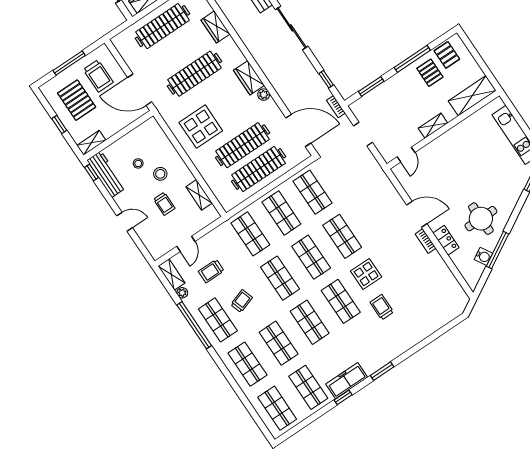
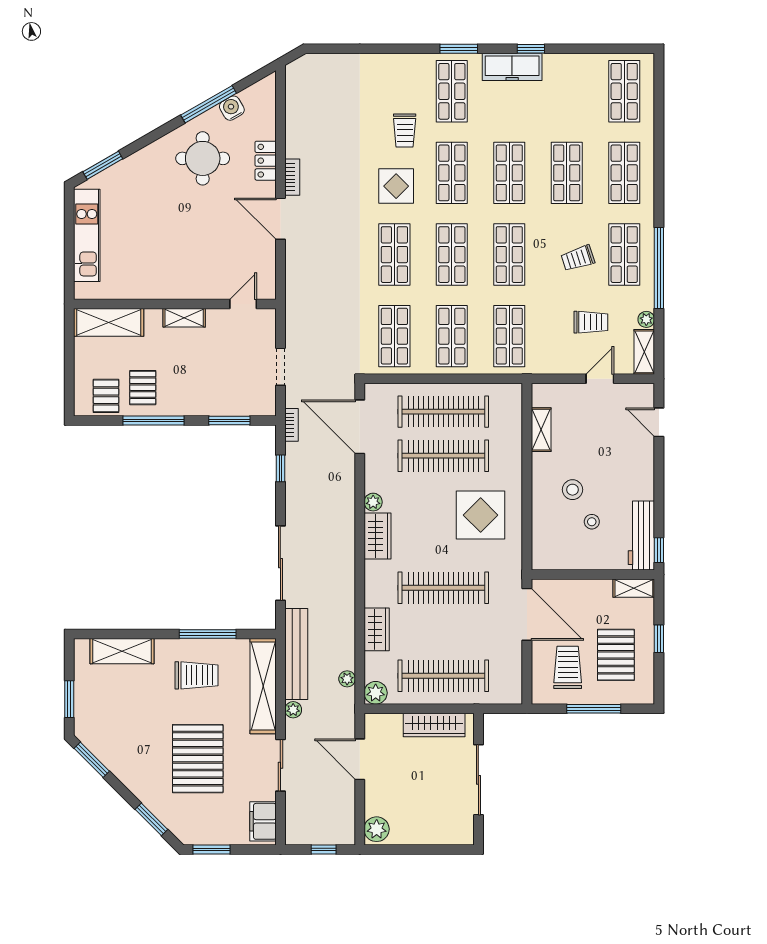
trolley: (164, 204) -> (593, 448), removed
door: (125, 222) -> (659, 422), moved
shop shelf: (308, 387) -> (452, 91), moved

